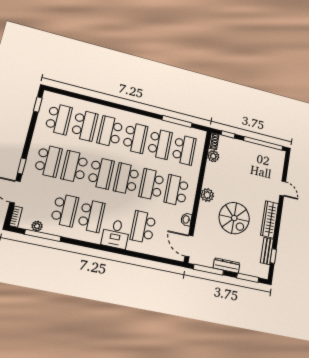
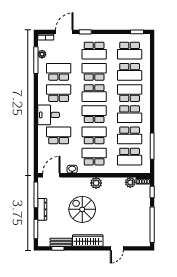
school desk: (65, 210) -> (59, 72), turned 180
school desk: (91, 216) -> (59, 93), turned 180
spiral stairs: (234, 218) -> (82, 209), turned 90

